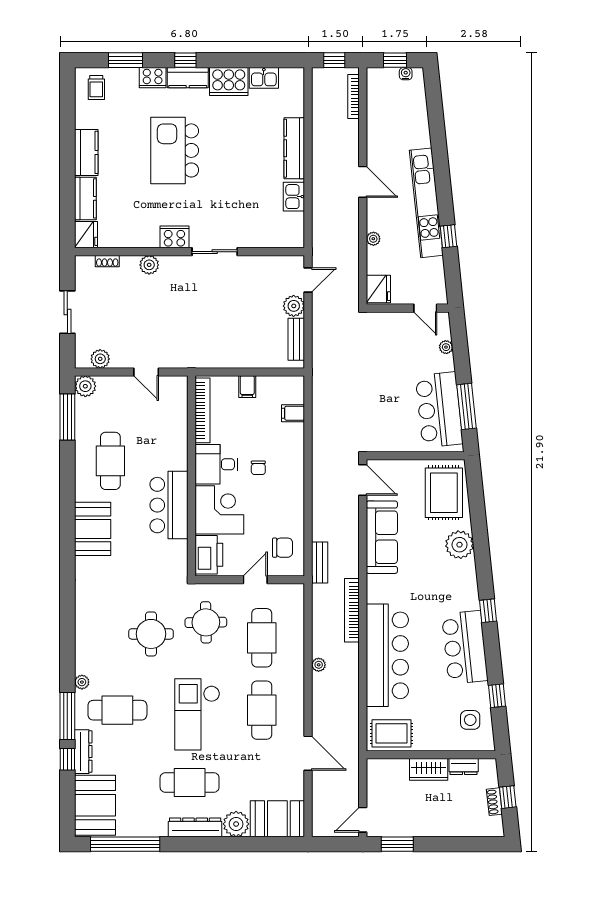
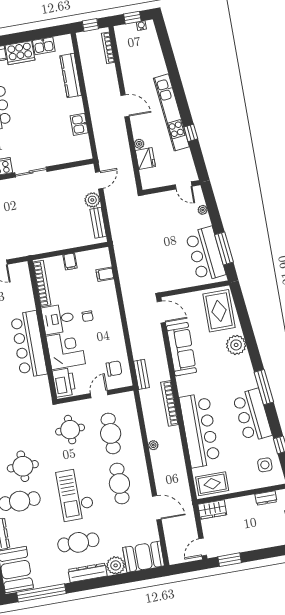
kitchen counter: (294, 148) -> (71, 75), moved
fridge: (378, 289) -> (145, 159), moved
bar counter: (169, 505) -> (29, 344), width x1.36
window: (488, 611) -> (264, 387), width x2.17
round table: (151, 634) -> (23, 466), moved
wardrobe: (429, 769) -> (212, 509), moved

